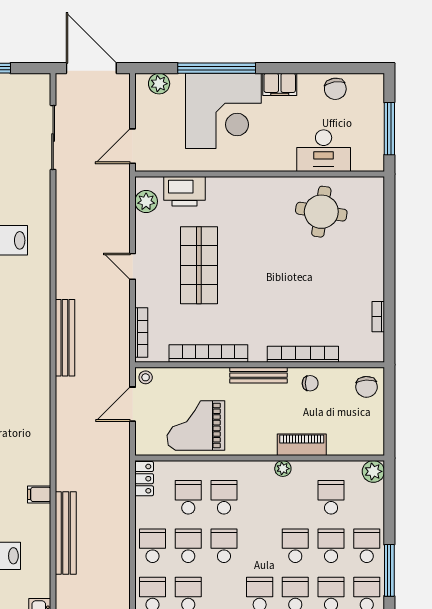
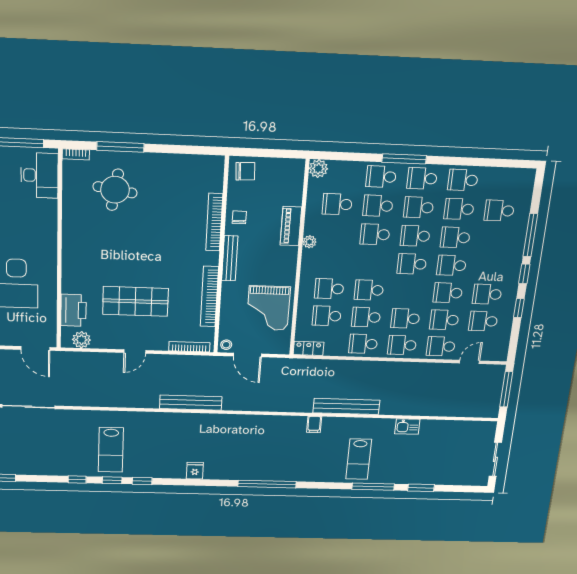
desk: (324, 151) -> (39, 175), moved
round table: (321, 212) -> (115, 190), moved
window: (389, 242) -> (120, 147), added
bookcase: (378, 317) -> (76, 154), moved

